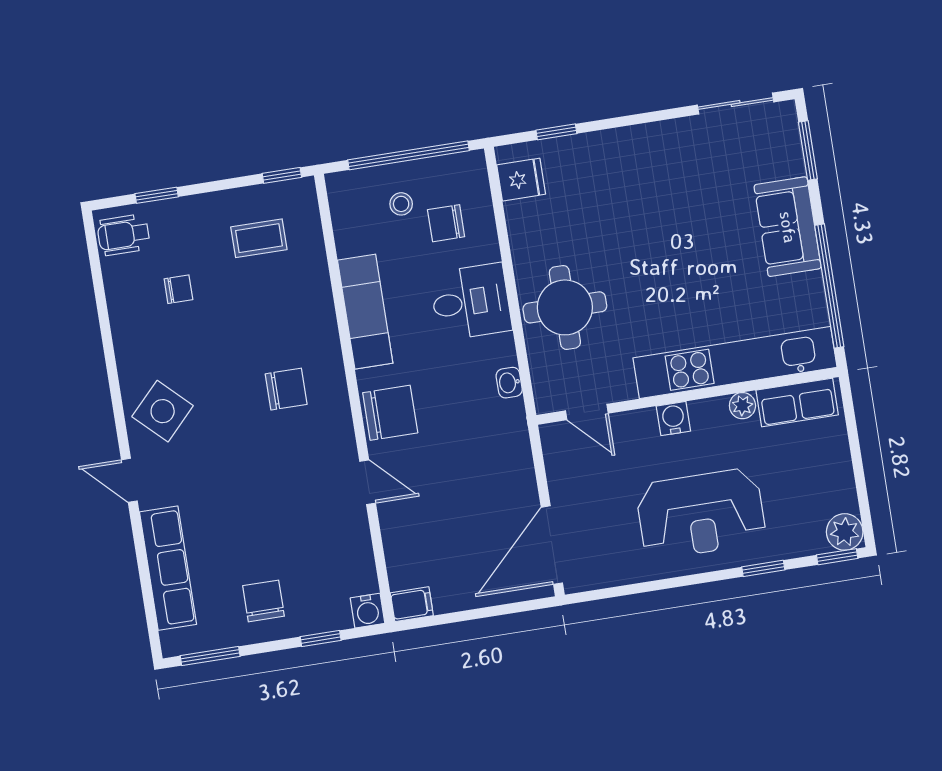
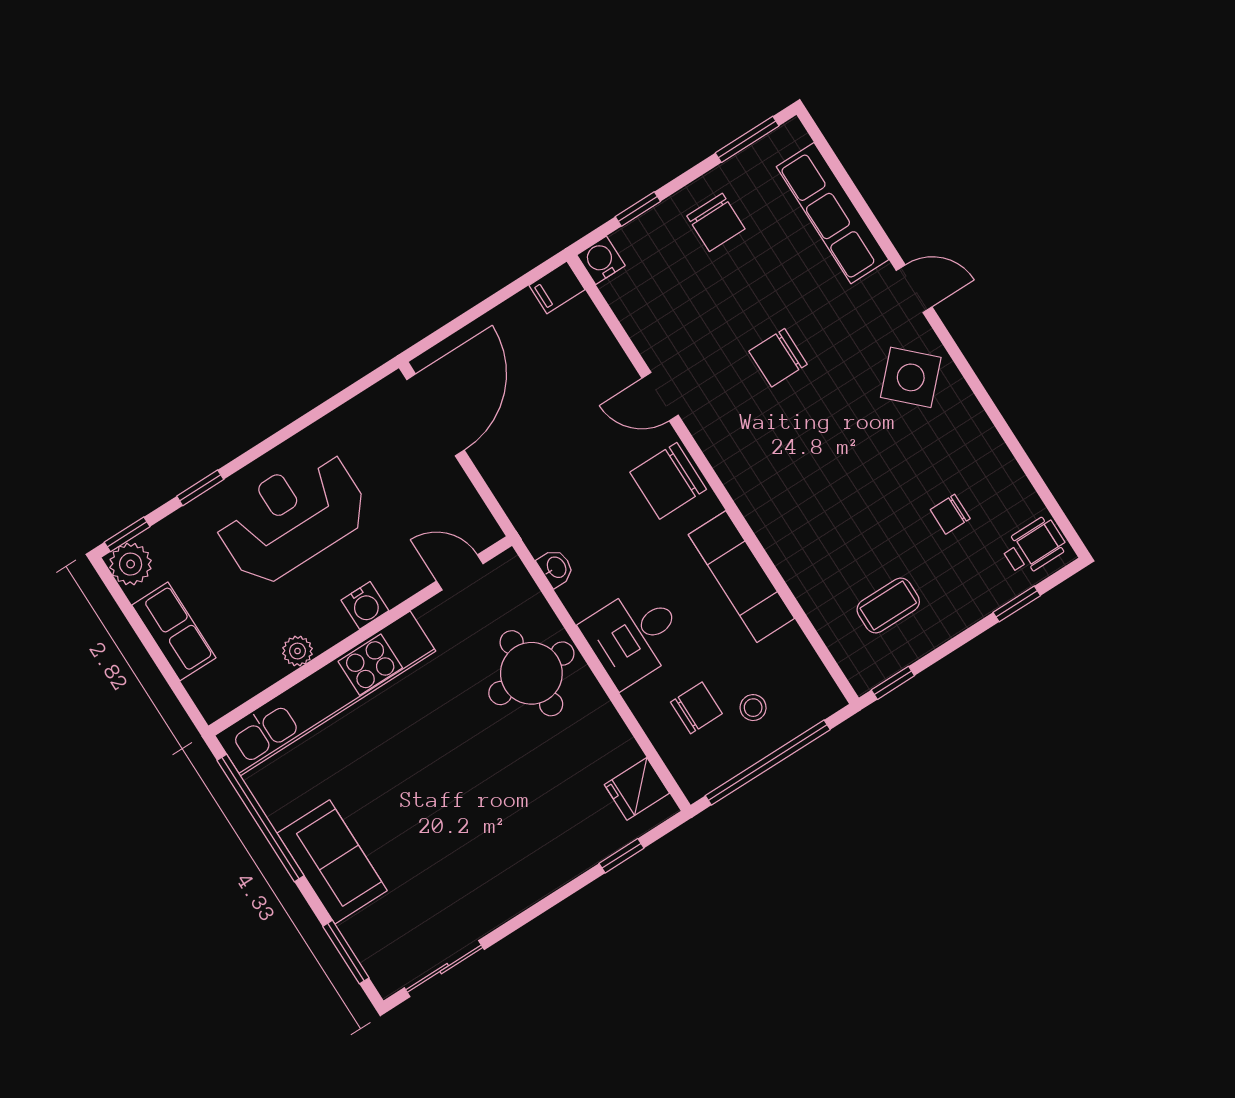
chair: (286, 389) -> (778, 358), moved
row of seats: (797, 403) -> (174, 631), moved, turned 90

